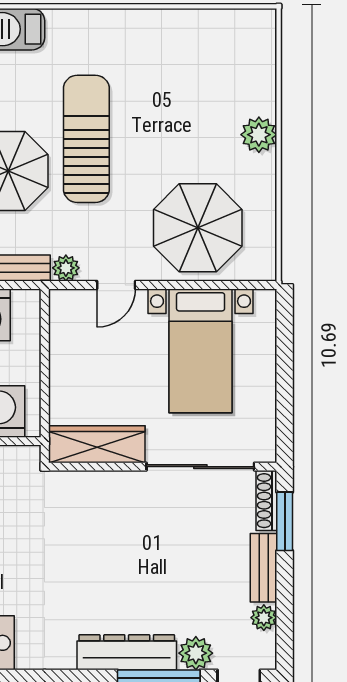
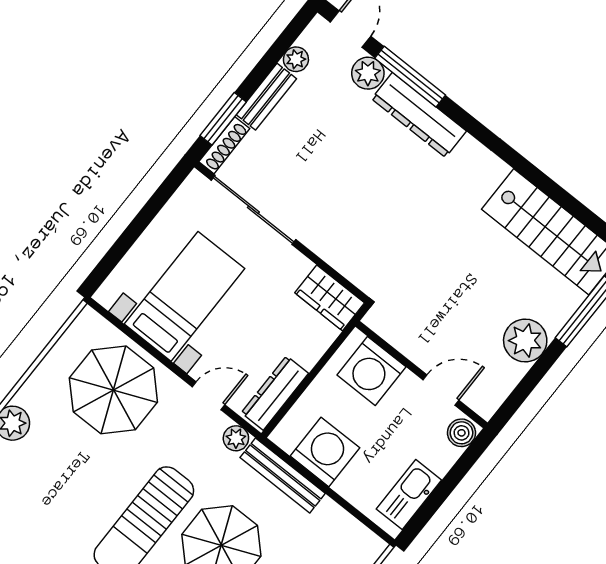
dresser: (63, 330) -> (275, 393), added
wardrobe: (97, 444) -> (330, 298), width x0.67

